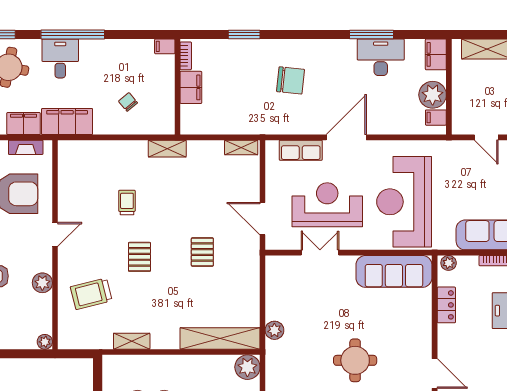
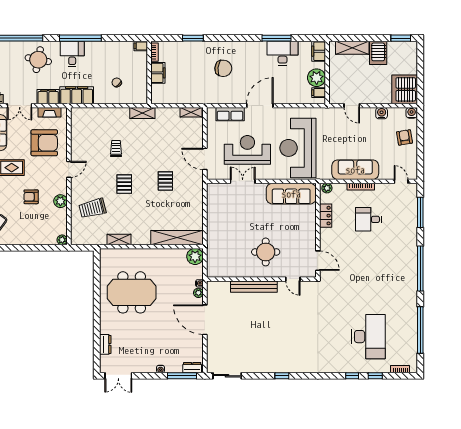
plant: (274, 330) -> (213, 232), removed

